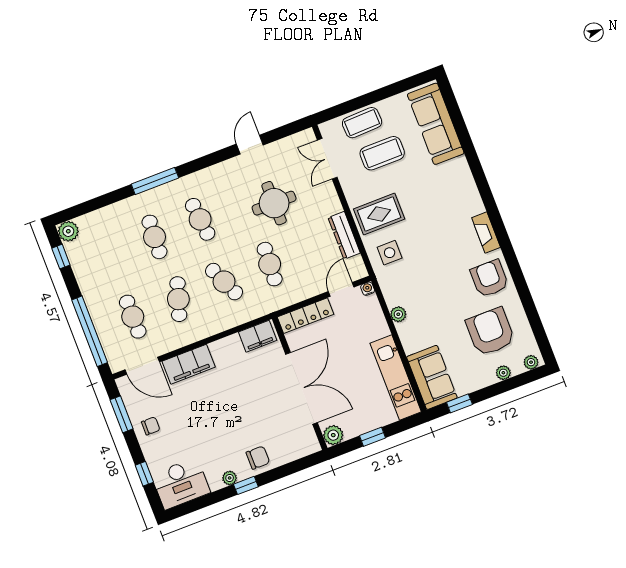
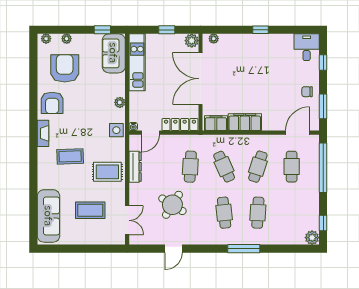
coffee table: (362, 123) -> (70, 156), moved
round table: (274, 203) -> (172, 205), turned 32
side table: (390, 253) -> (116, 130), moved
armchair: (490, 332) -> (65, 68), turned 180
filing cabinet: (189, 364) -> (245, 122), moved
door: (142, 366) -> (298, 133), hinge flipped
chair: (258, 458) -> (246, 45), removed
plant: (230, 478) -> (214, 39), moved
desk: (181, 483) -> (307, 47), width x0.73

